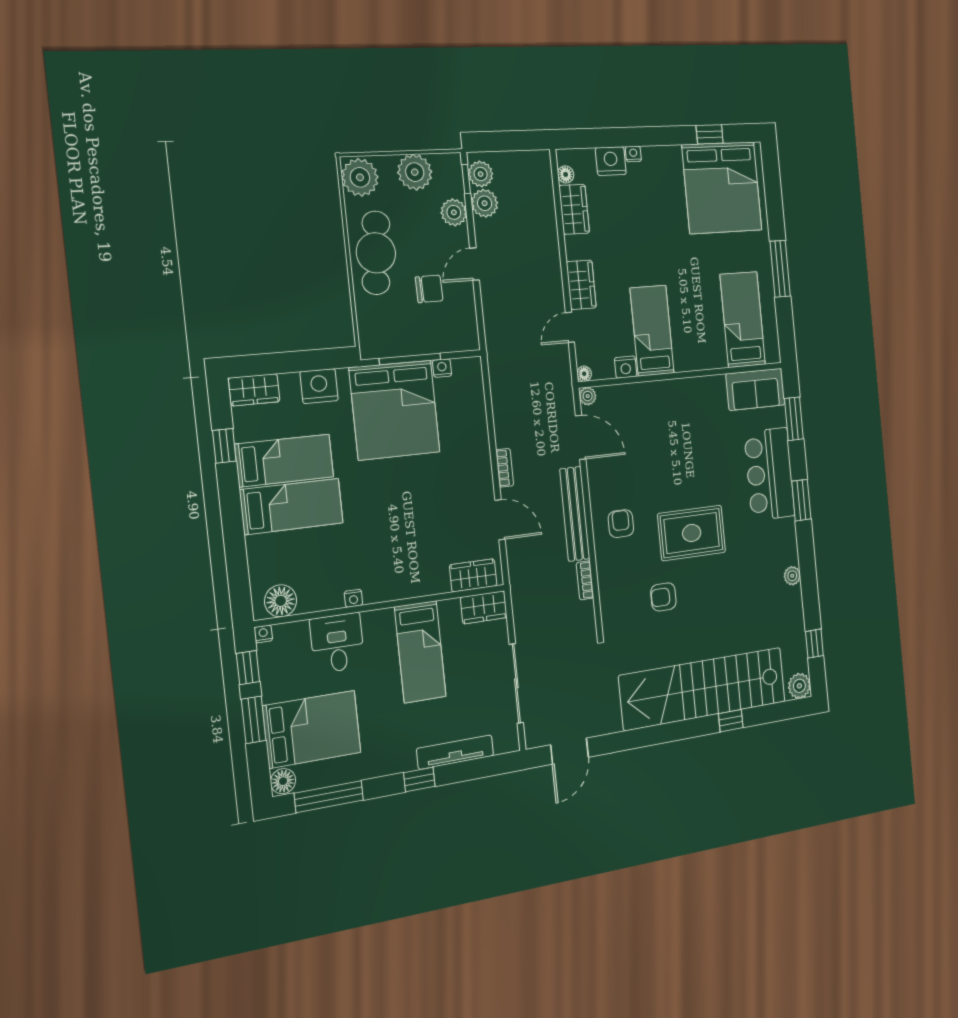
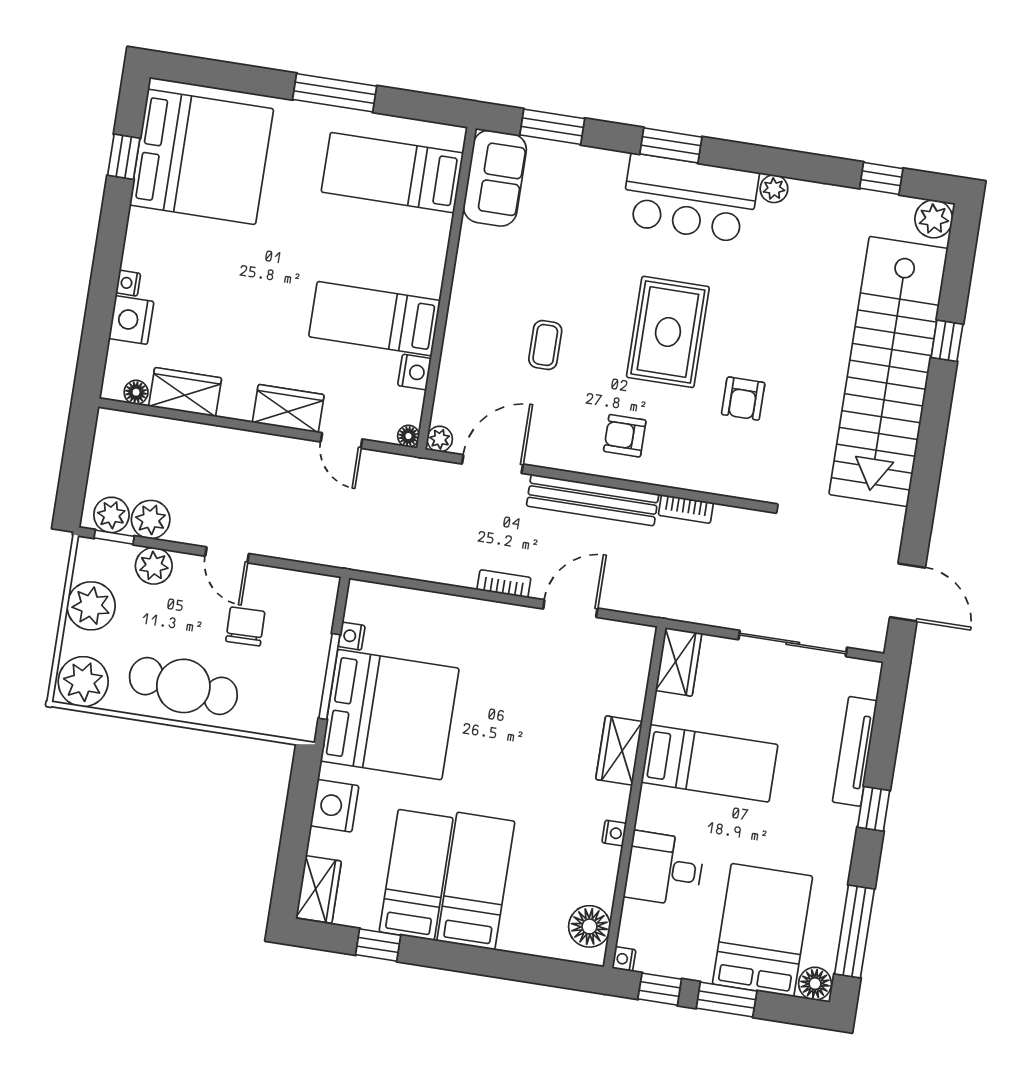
coffee table: (664, 452) -> (545, 345), added
bar counter: (770, 474) -> (690, 198), moved
wardrobe: (473, 575) -> (619, 750), moved

